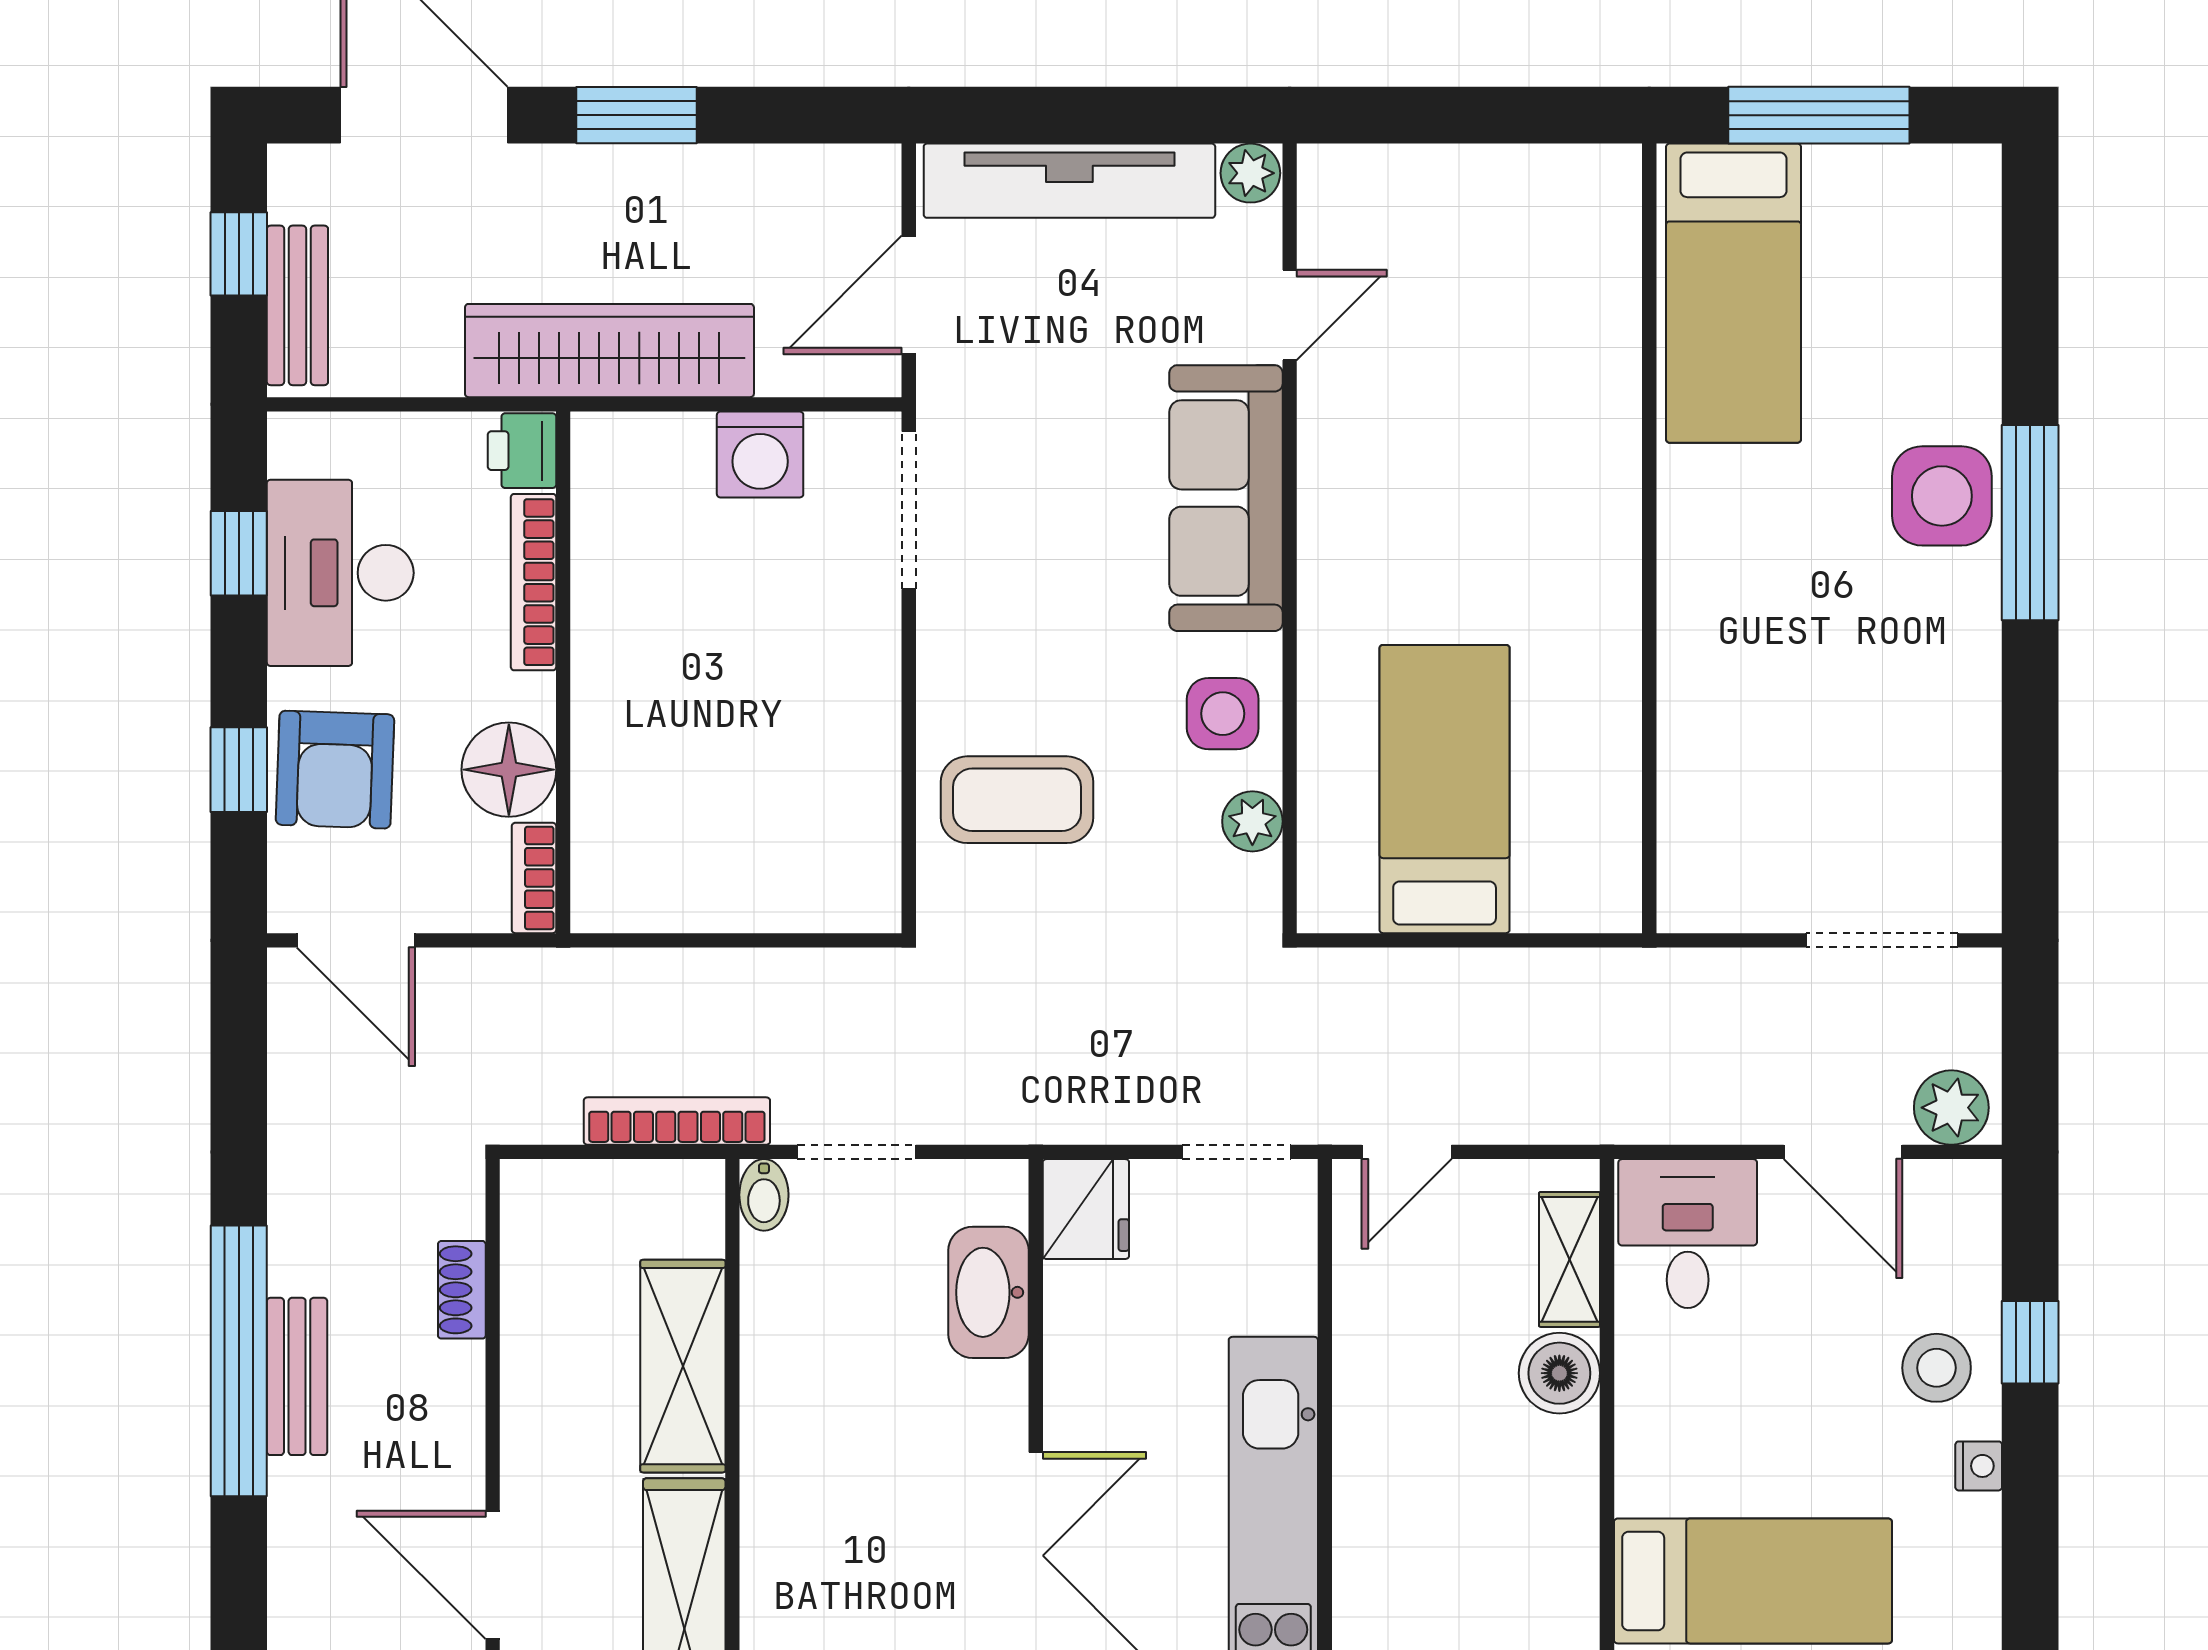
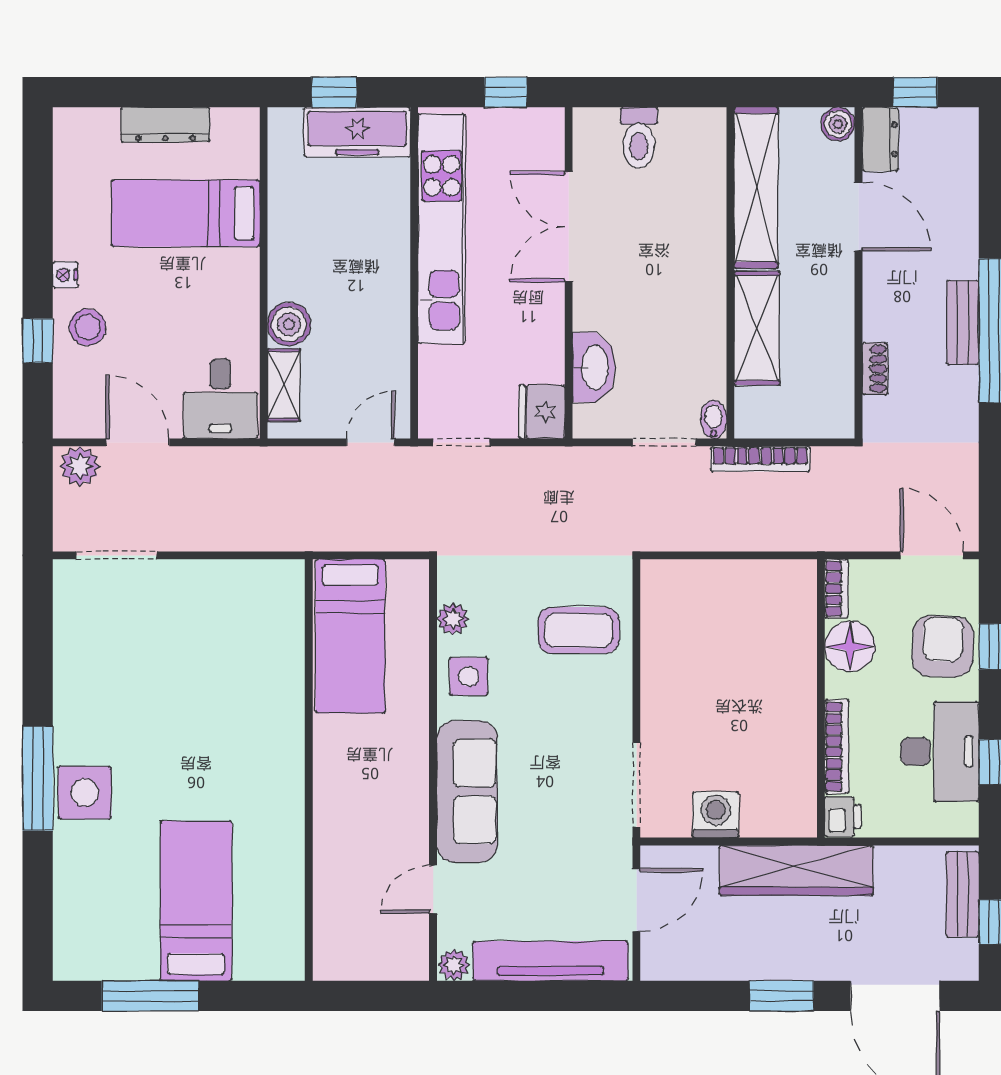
wall: (1649, 538) -> (309, 770), moved

